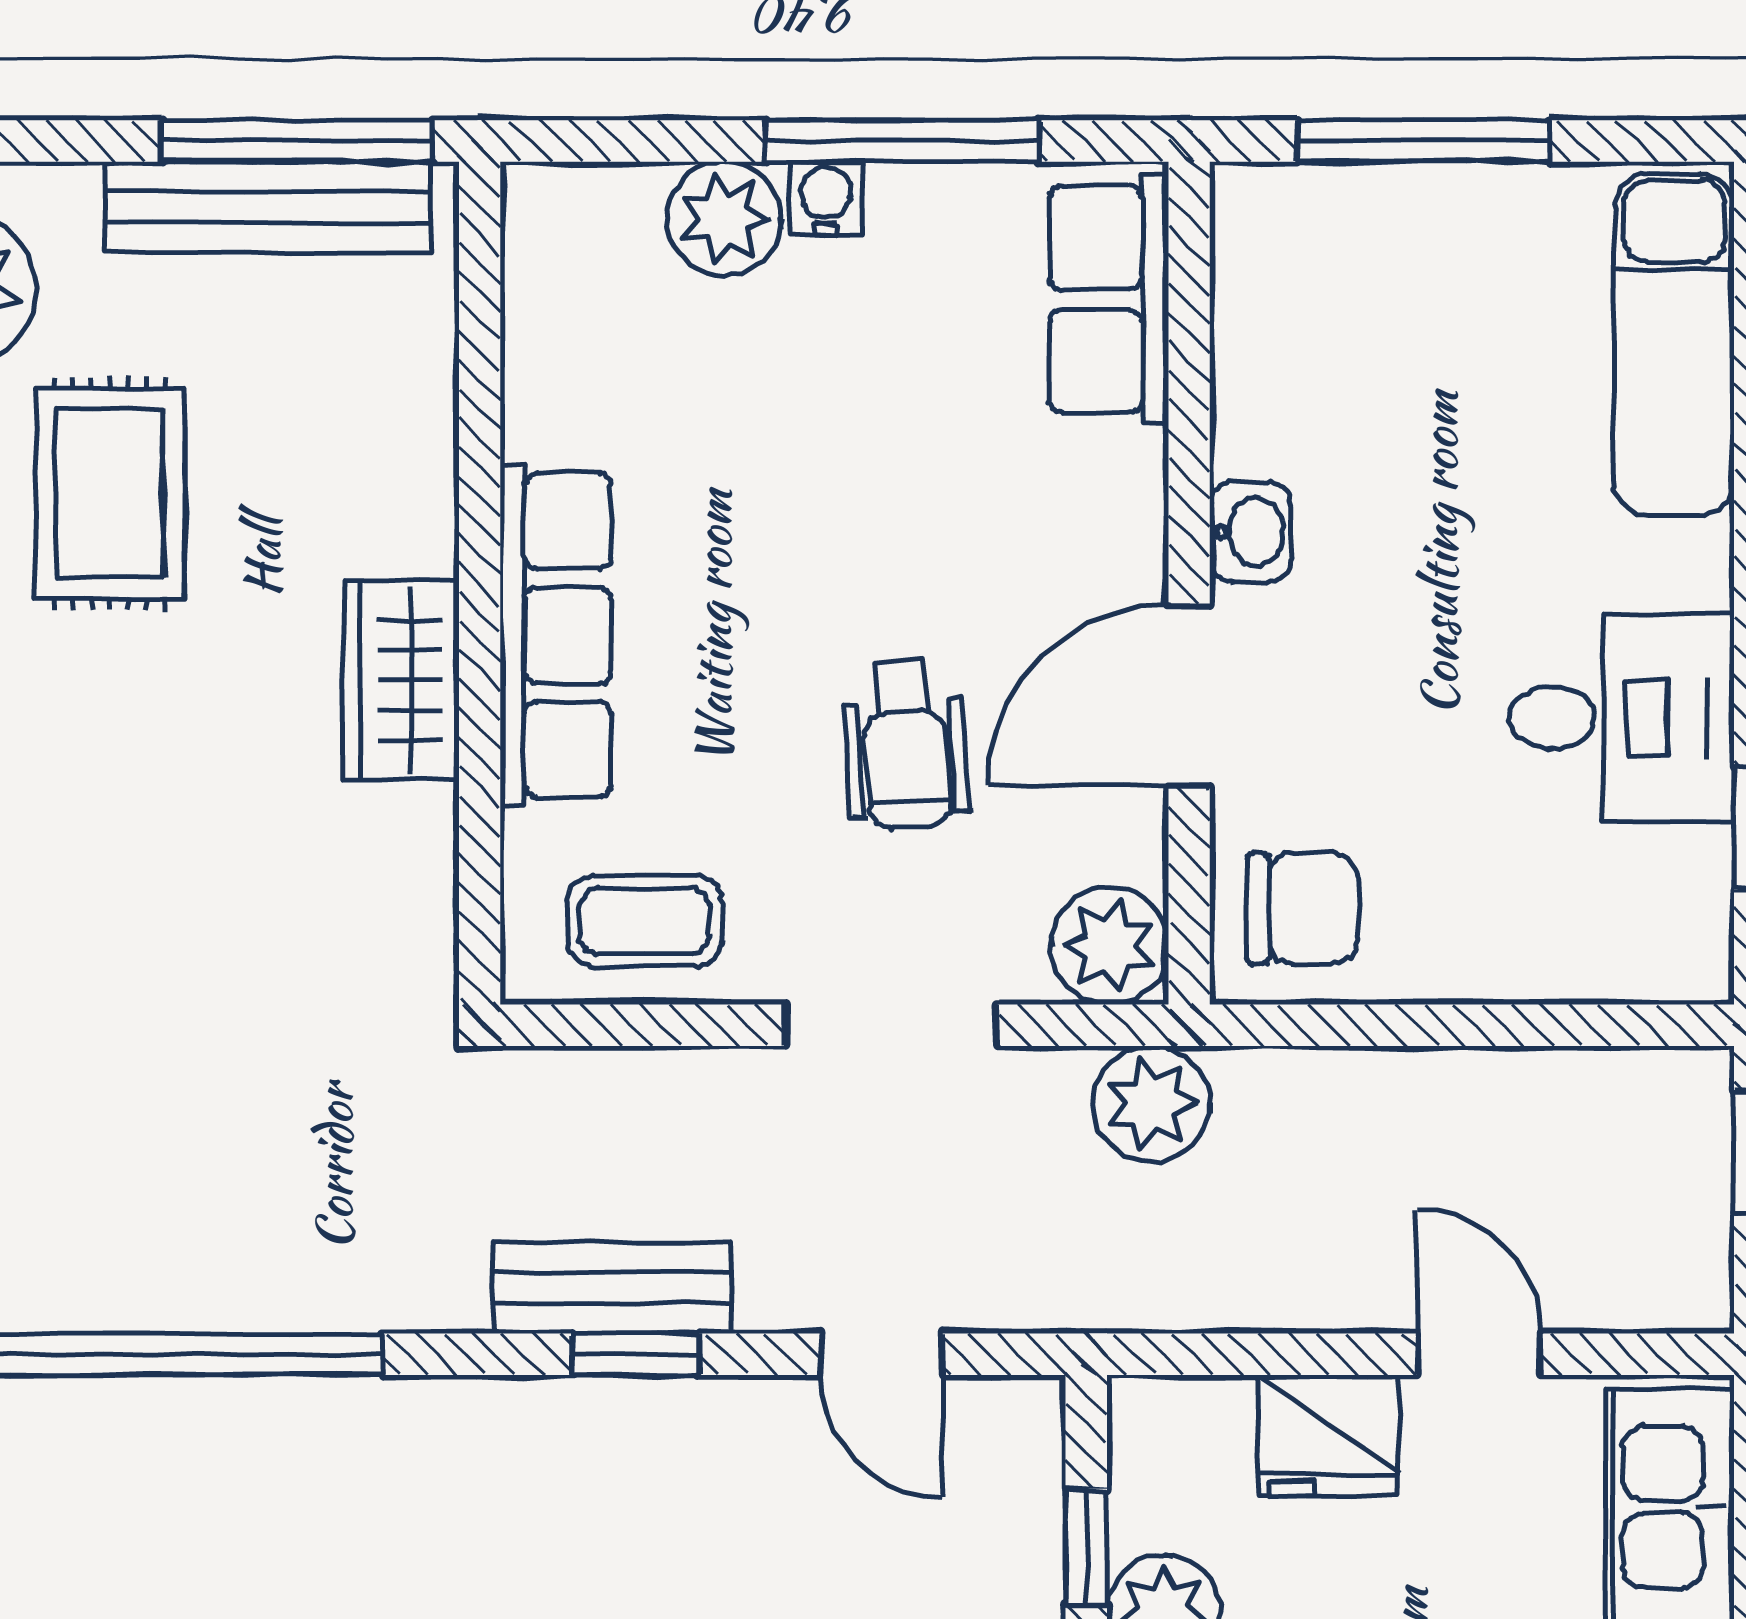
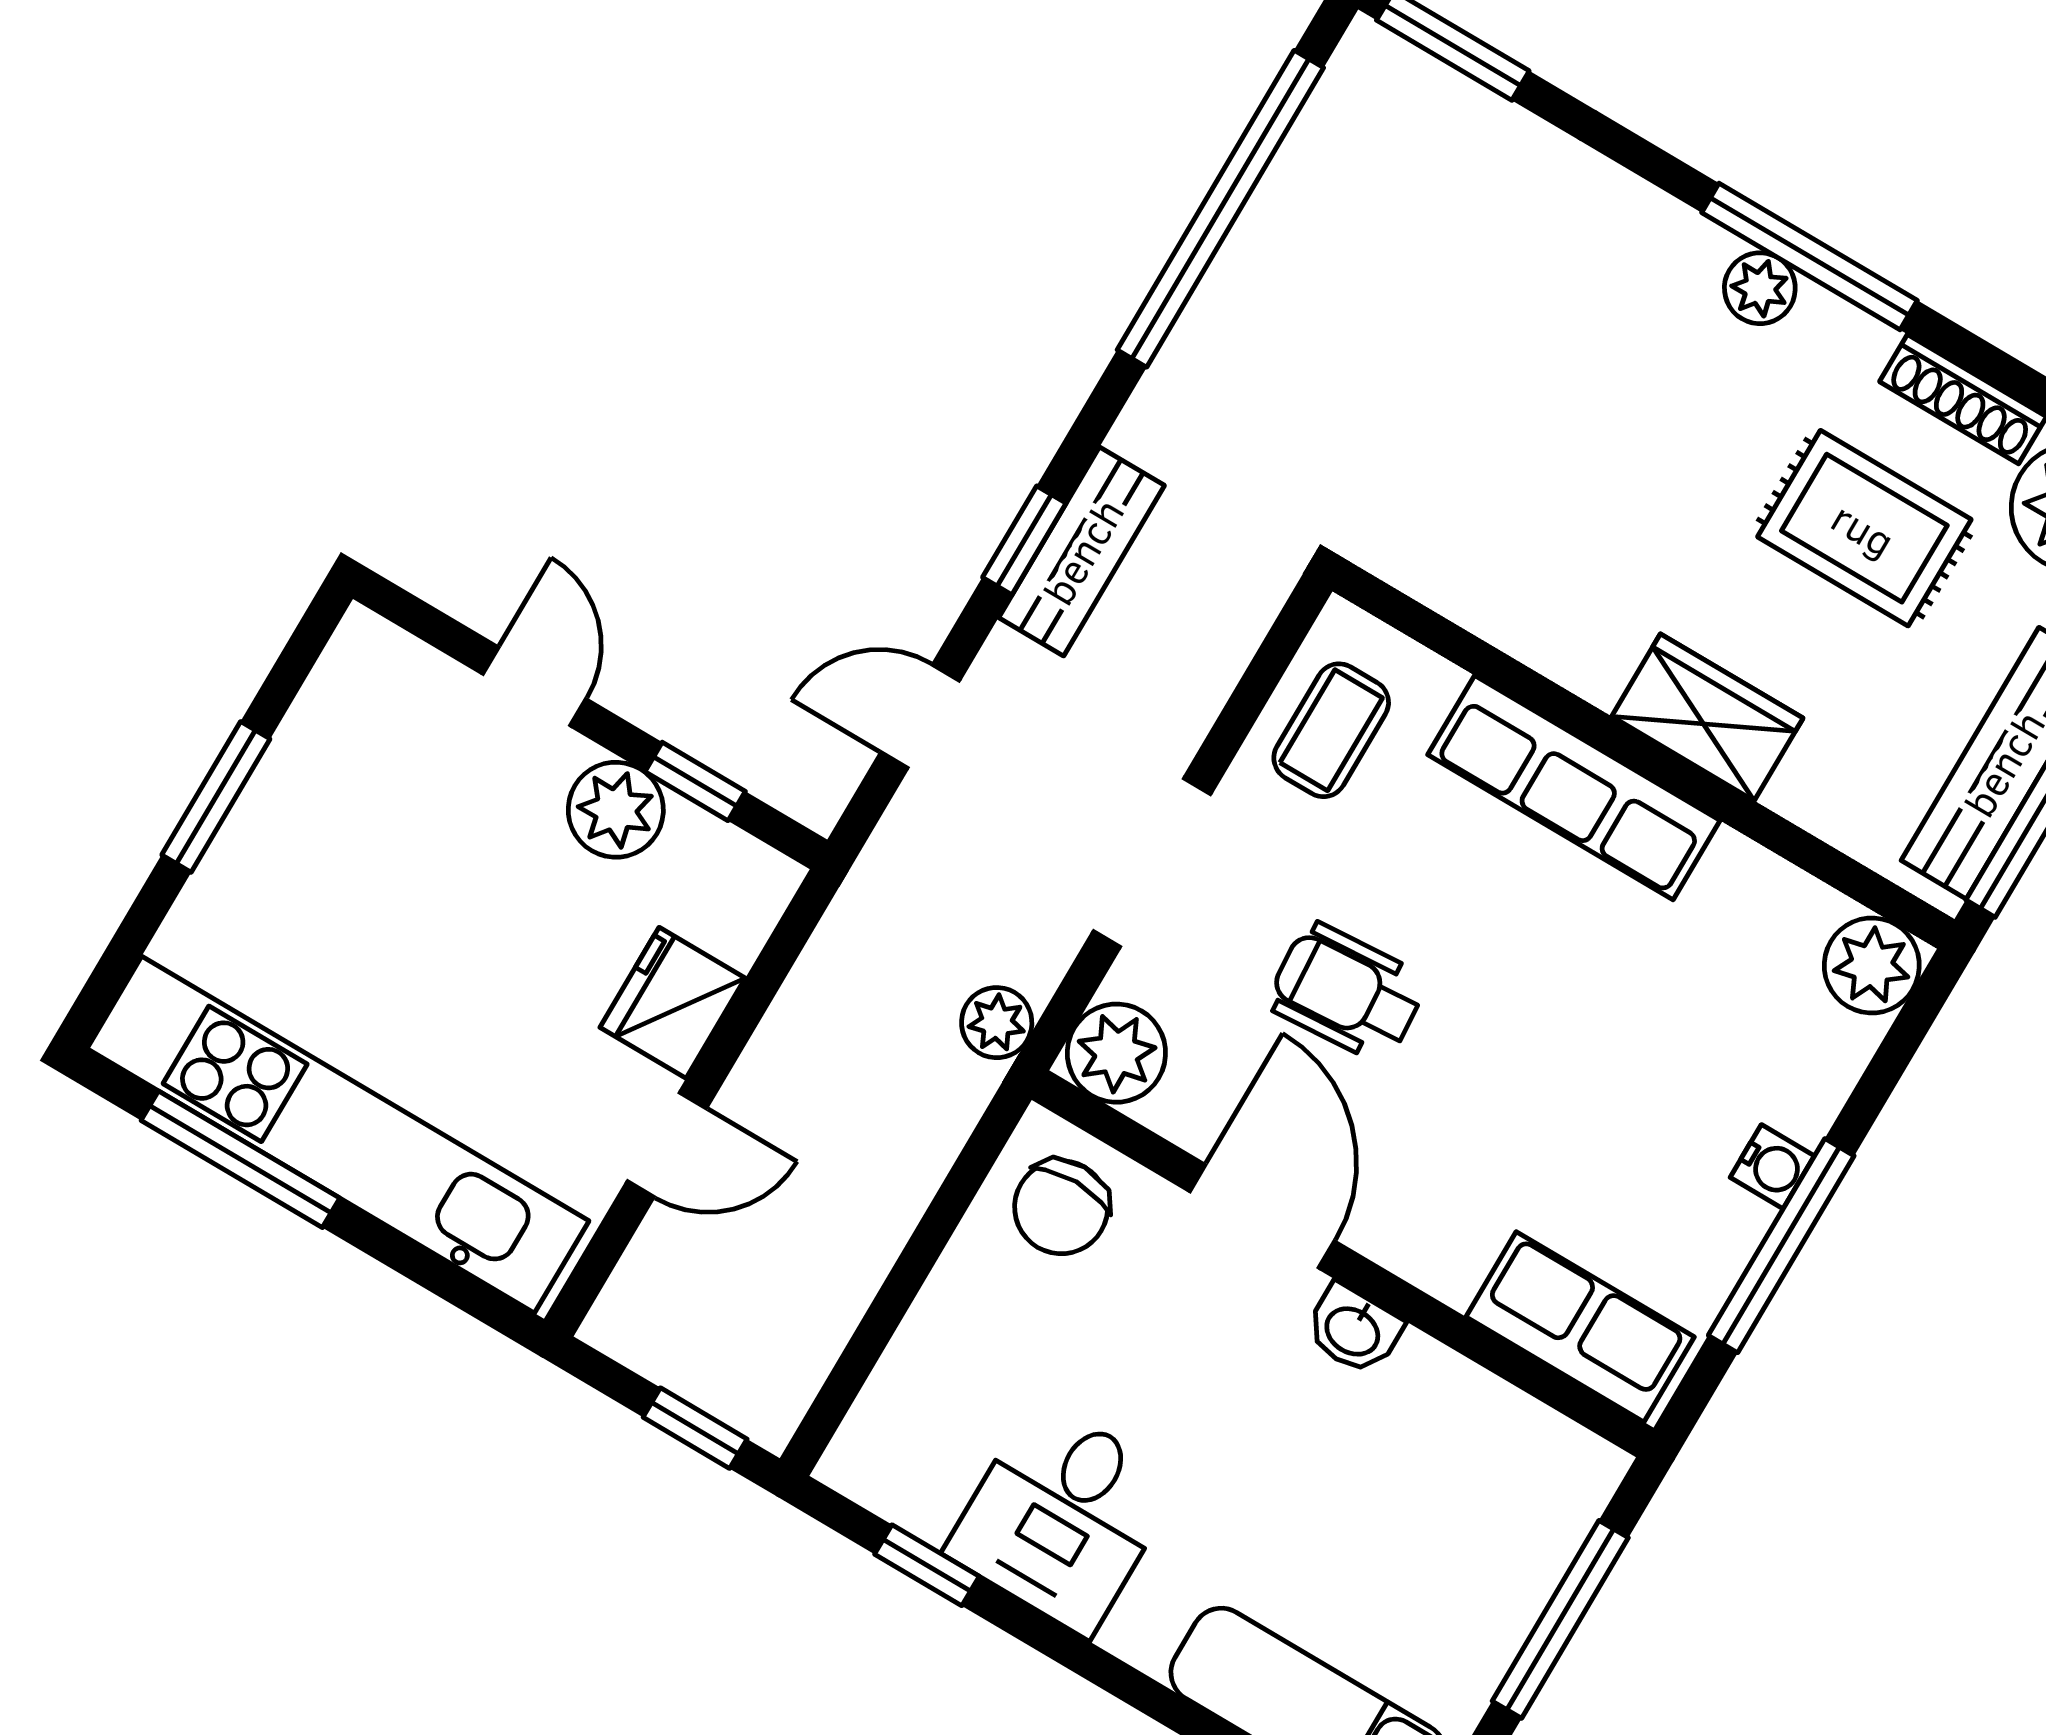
plant: (724, 219) -> (1872, 965), moved
wardrobe: (401, 680) -> (1707, 717), moved
plant: (1151, 1104) -> (997, 1023), width x0.73, depth x0.73

